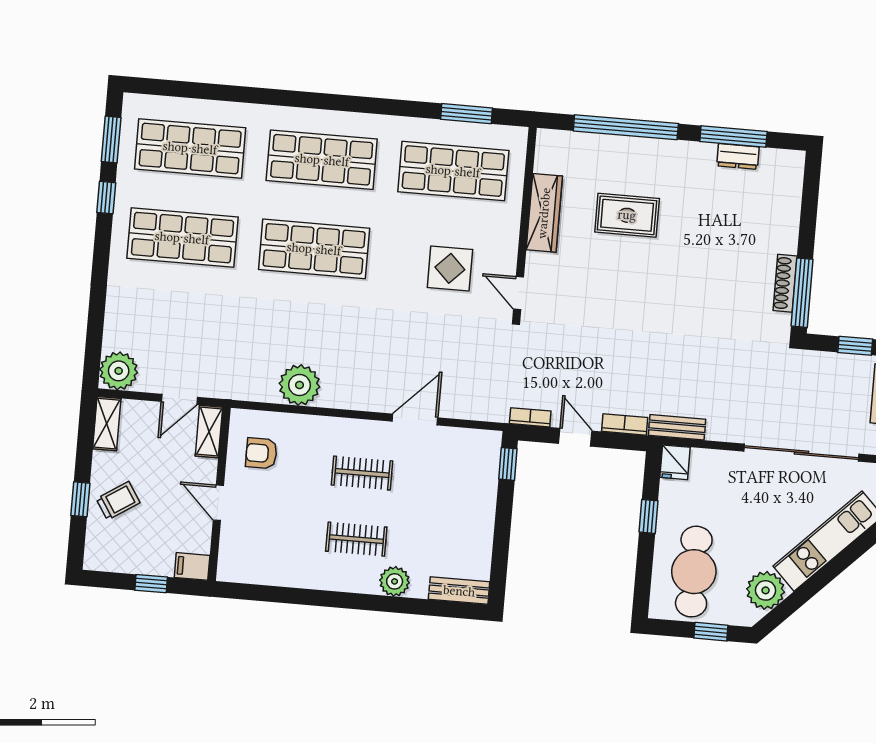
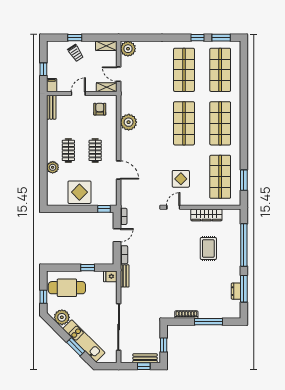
window: (802, 293) -> (209, 322), moved
display table: (461, 520) -> (79, 192), added
window: (841, 562) -> (76, 347), added
bench: (459, 591) -> (51, 107), moved

